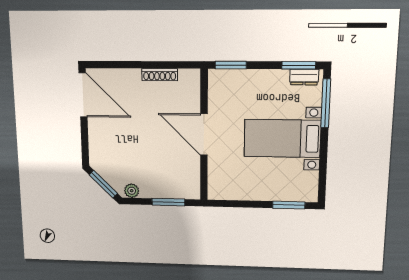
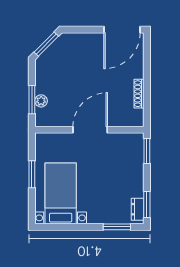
window: (326, 103) -> (117, 227), width x0.69
bed with nightstands: (282, 138) -> (61, 193), moved
plant: (132, 191) -> (41, 101), moved
window: (289, 205) -> (32, 174), moved

